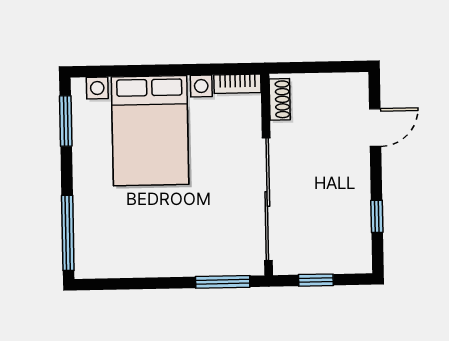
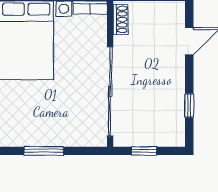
window: (223, 282) -> (44, 151), moved

